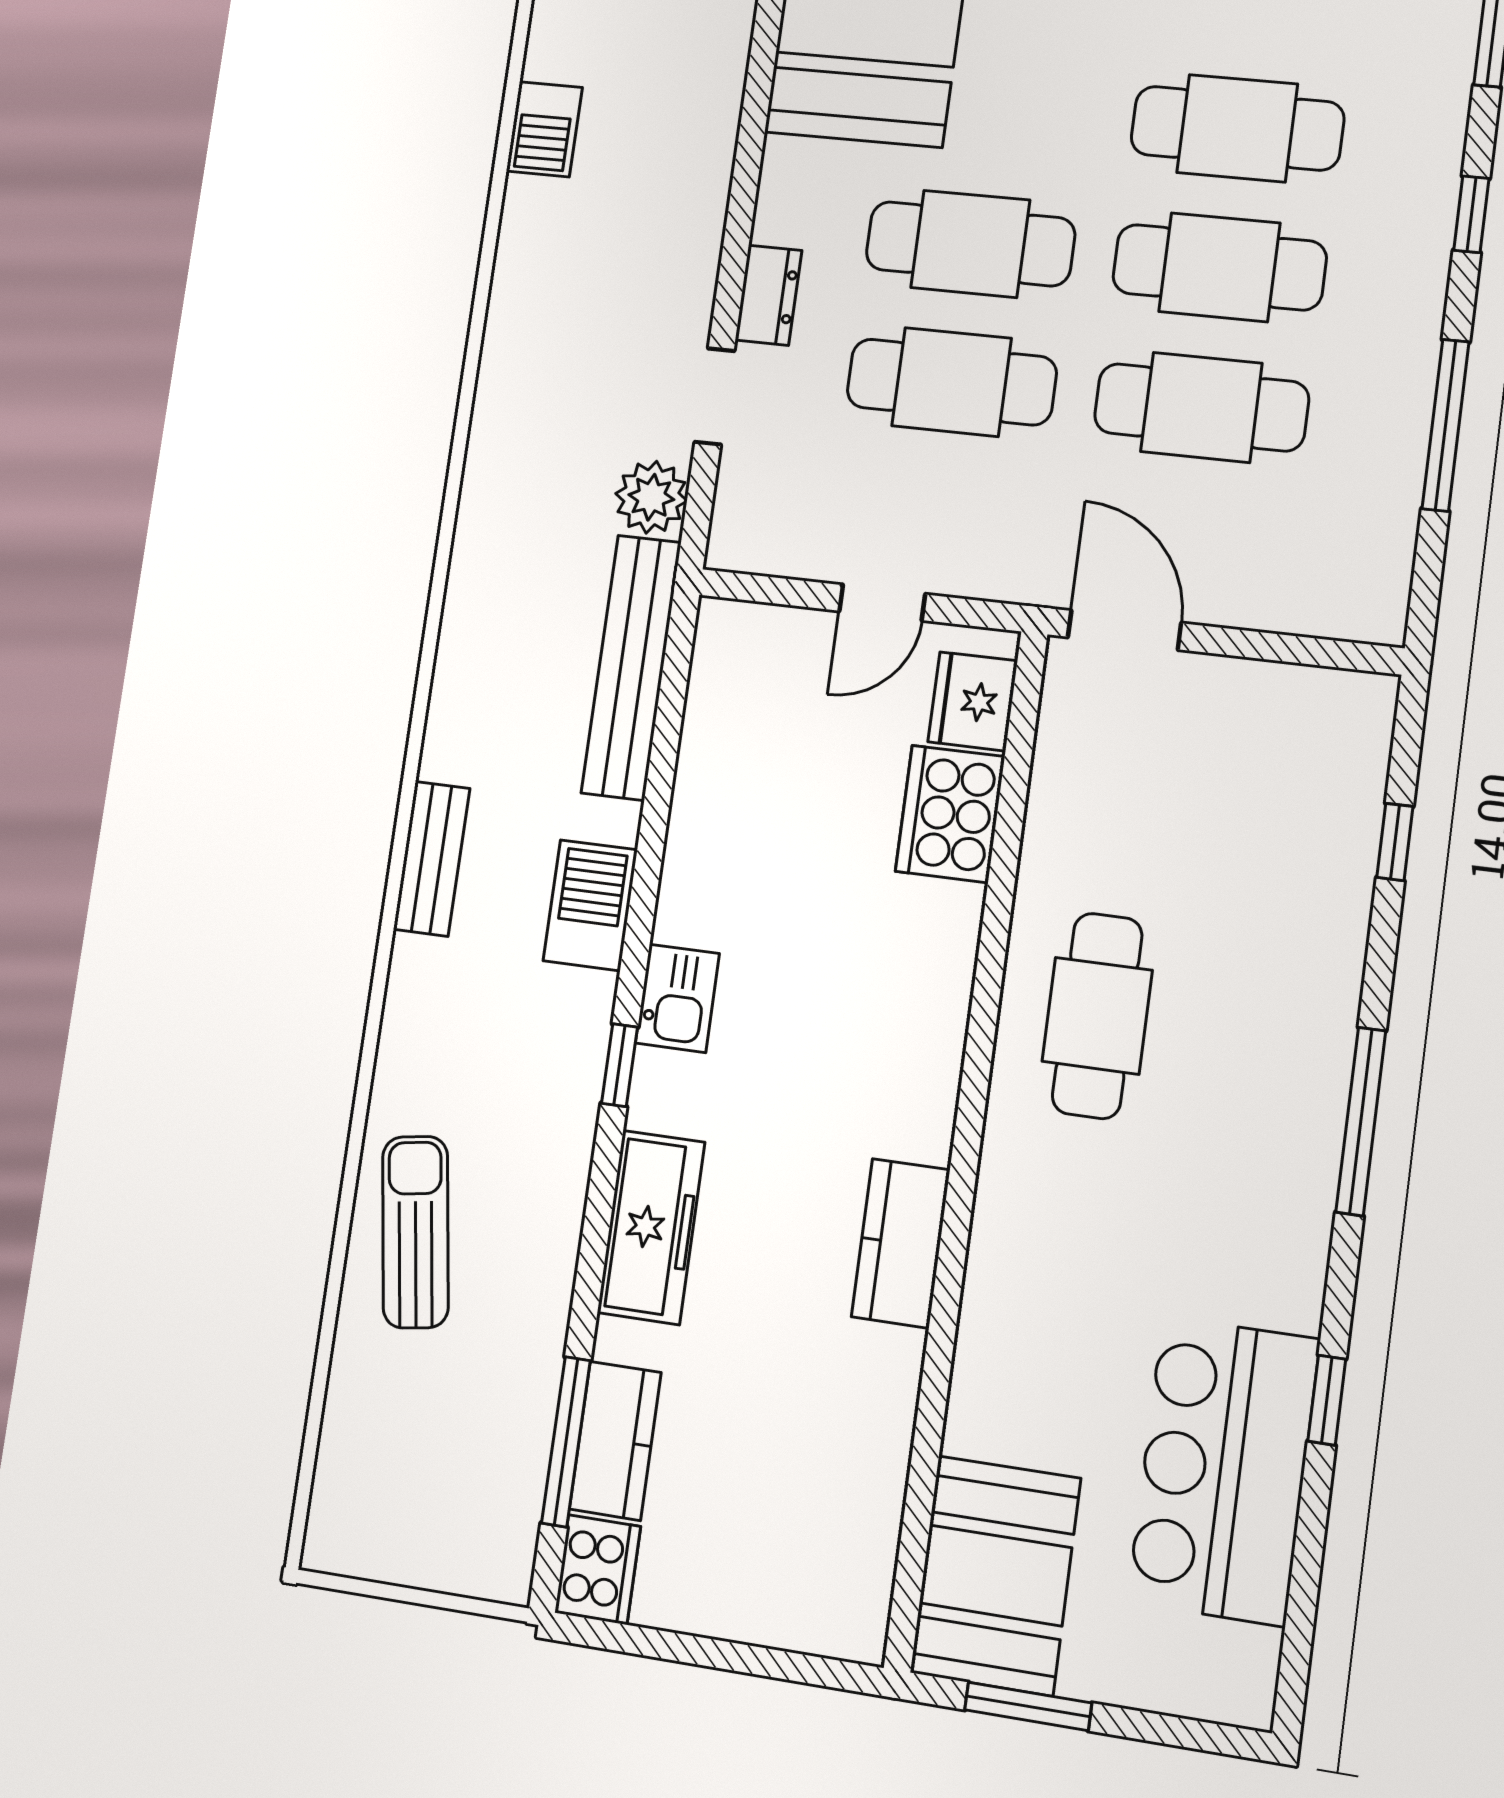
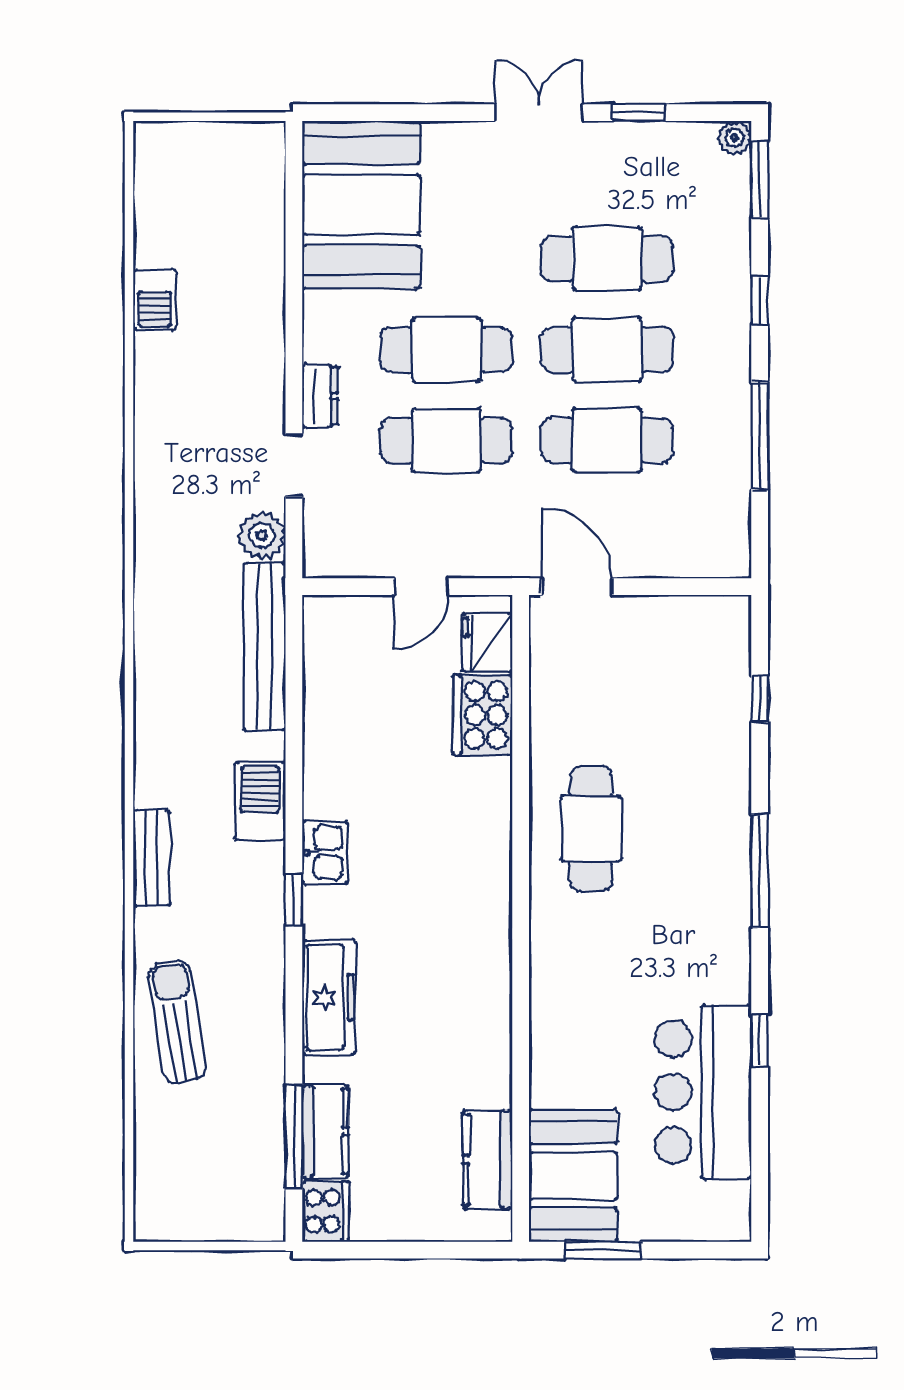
bench: (432, 859) -> (152, 858), moved
kitchen counter: (901, 1243) -> (488, 1159), moved

